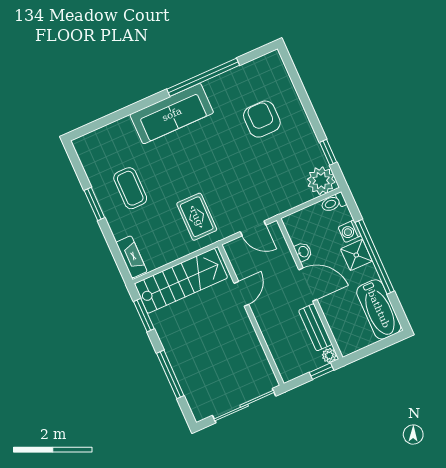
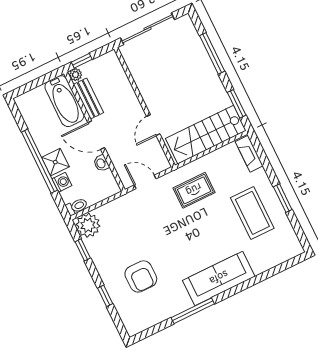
window: (203, 77) -> (193, 311), width x0.68
window: (304, 98) -> (105, 296), added
coffee table: (130, 188) -> (252, 213), width x1.36, depth x1.32
rug: (197, 217) -> (194, 190), turned 90
bathtub: (379, 309) -> (64, 101), moved, turned 180

